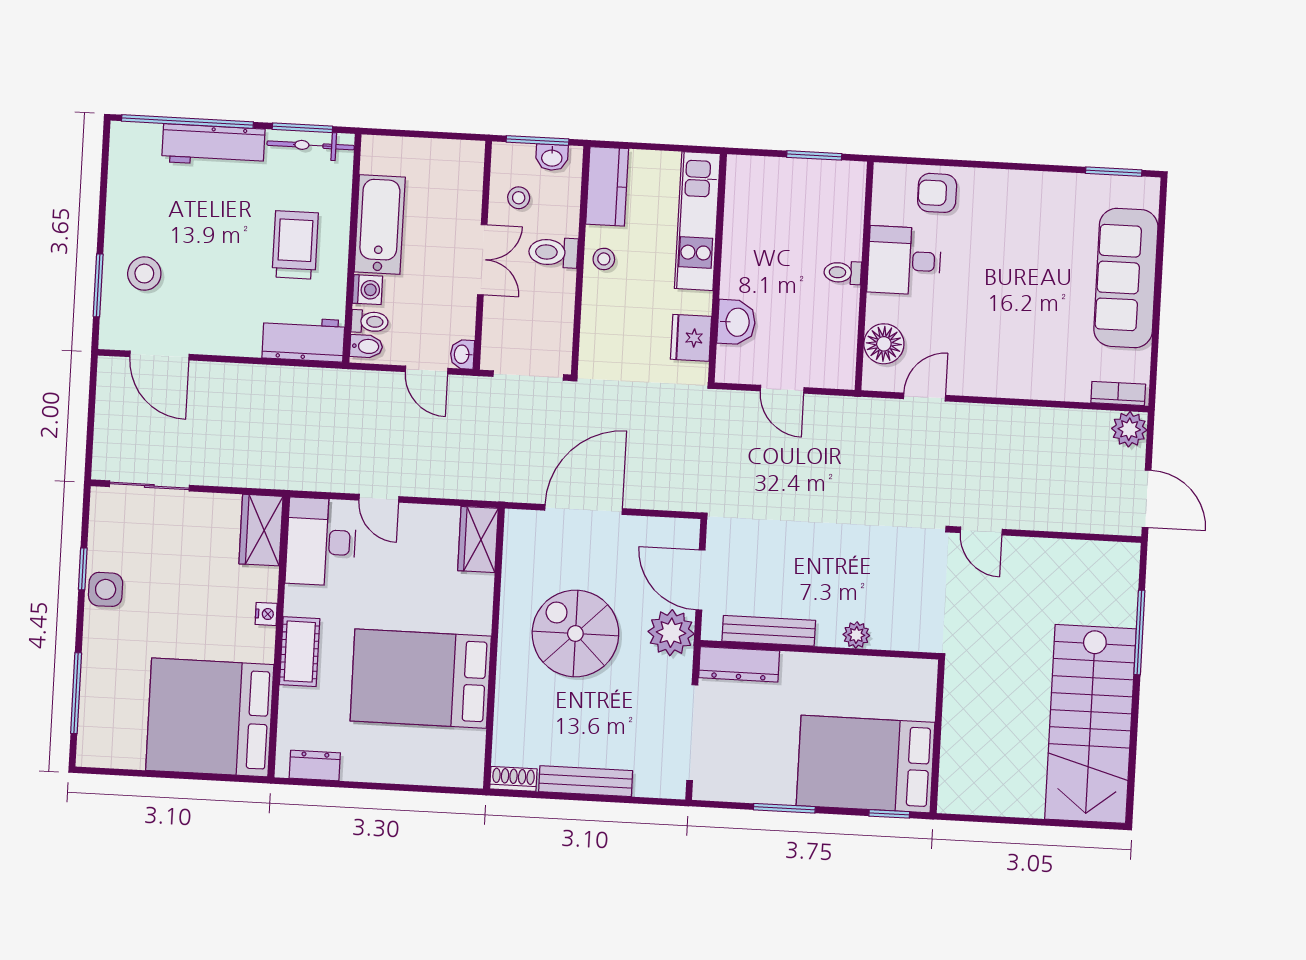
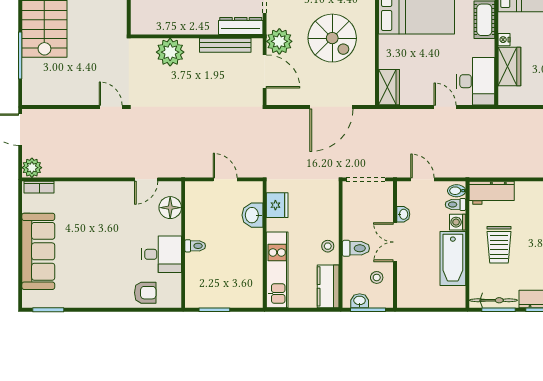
washbasin: (462, 354) -> (403, 214), moved
wardrobe: (261, 530) -> (509, 67), moved
plant: (856, 635) -> (170, 52), width x1.87, depth x1.87

